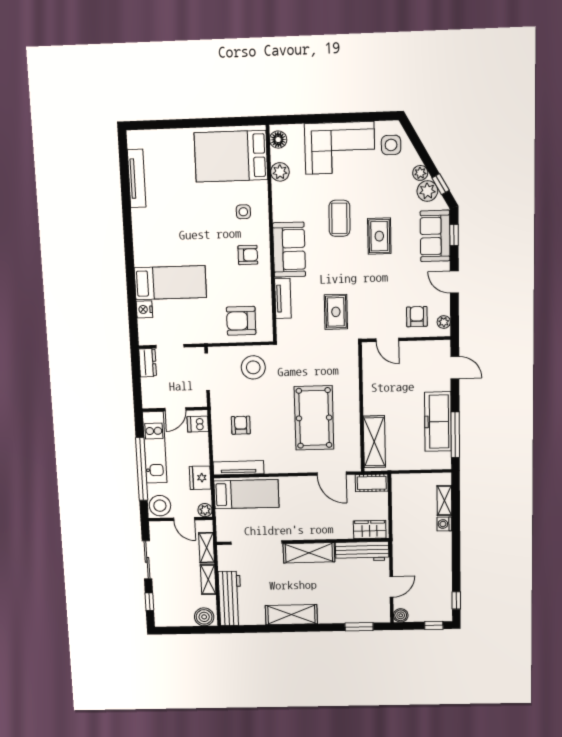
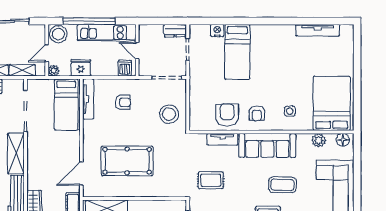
sofa: (289, 250) -> (267, 145), width x1.36
armchair: (241, 321) -> (227, 115), moved

